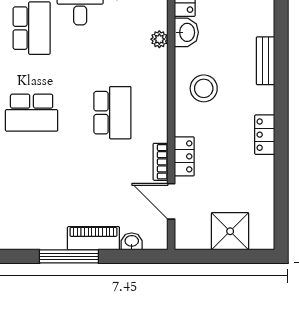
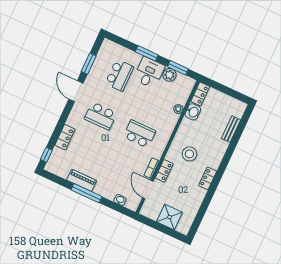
bench: (265, 61) -> (231, 129), moved
stool: (204, 88) -> (189, 154), moved
school desk: (112, 113) -> (139, 134), turned -90
piano: (93, 238) -> (82, 180), moved

